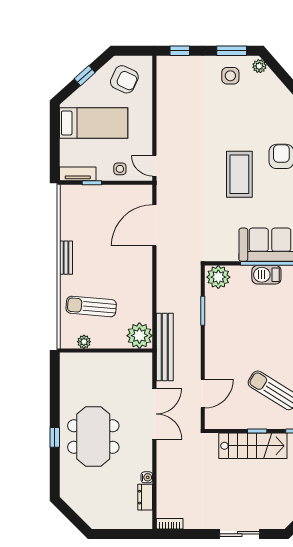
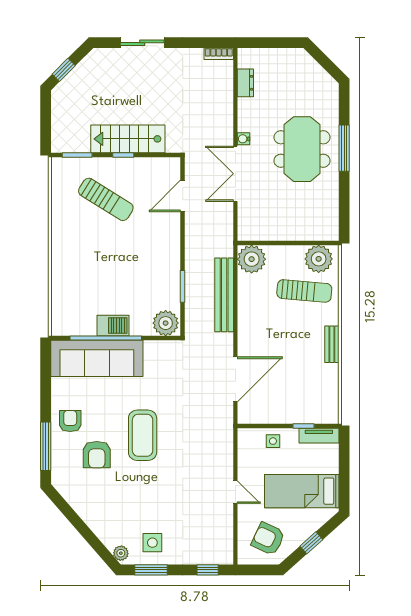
door: (154, 166) -> (235, 492), moved
plant: (84, 342) -> (319, 259), width x1.88, depth x1.88
bench: (165, 347) -> (224, 295), moved
window: (55, 437) -> (344, 148), width x2.17
water cooler: (147, 477) -> (244, 139), moved

